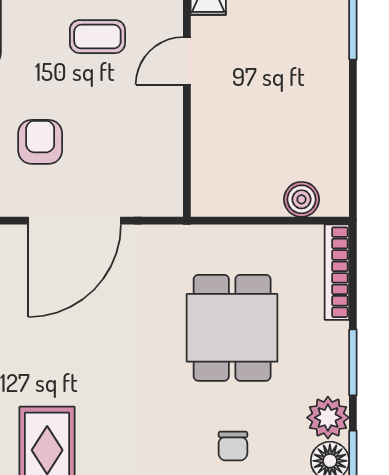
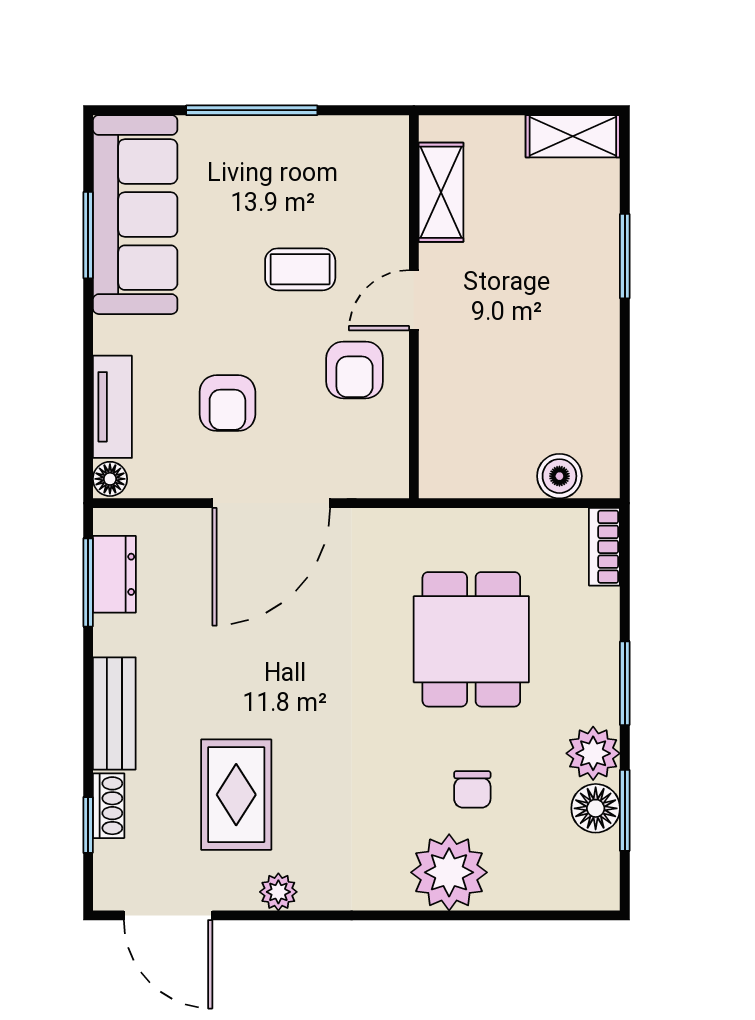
armchair: (140, 116) -> (355, 370), added
armchair: (40, 142) -> (227, 403), turned 180
bookcase: (337, 272) -> (604, 547), width x0.64

